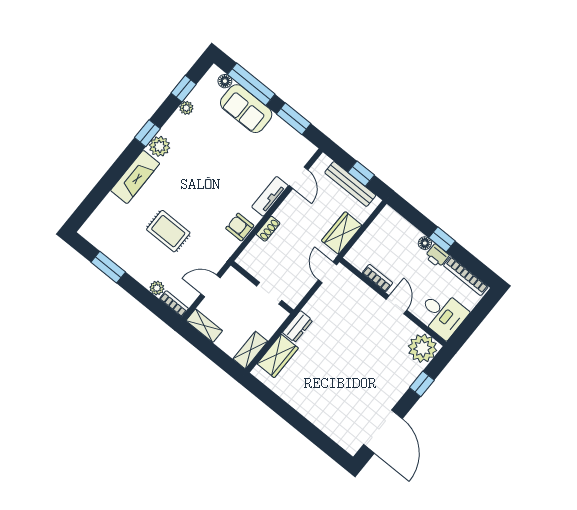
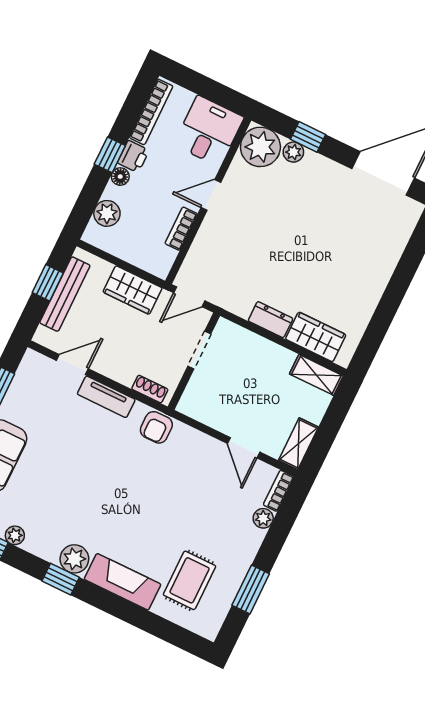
plant: (401, 228) -> (107, 213), added
rug: (168, 231) -> (189, 580), moved
wall: (262, 288) -> (194, 361), moved
doorway: (269, 293) -> (199, 350), moved
plant: (413, 371) -> (293, 152), added

